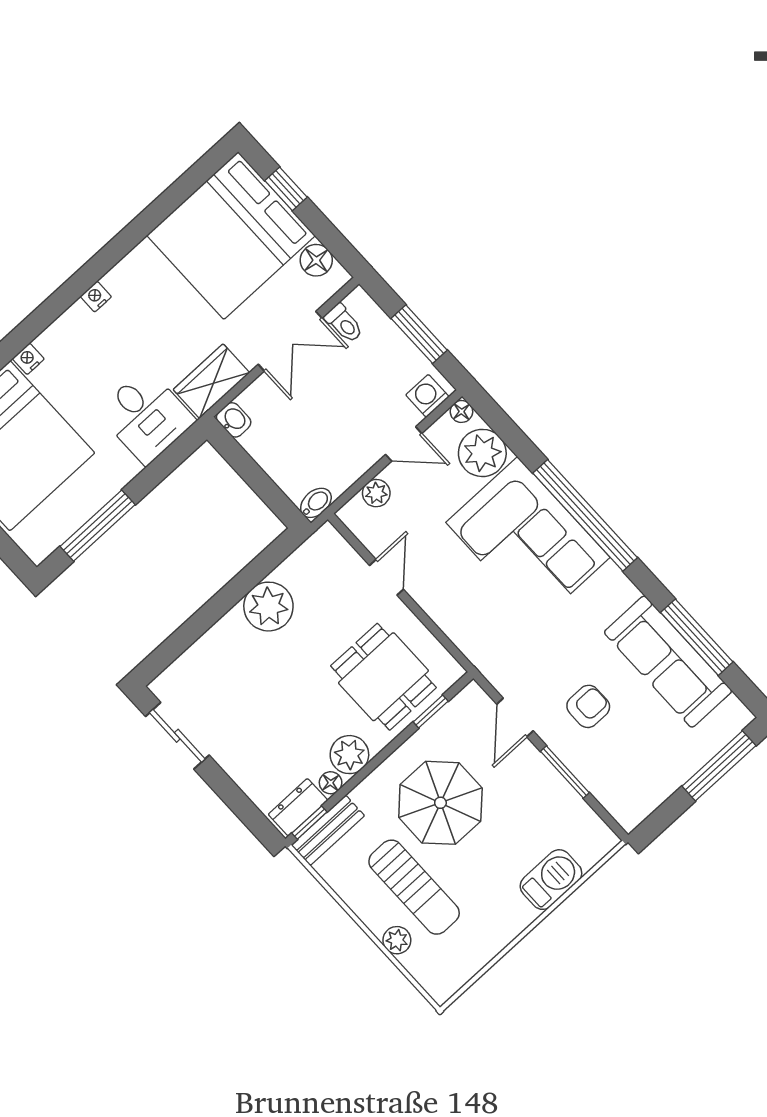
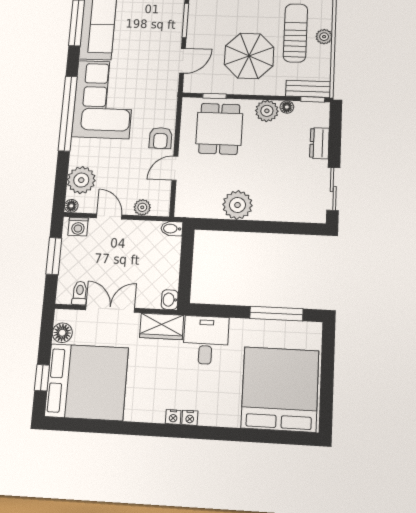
nightstand: (28, 359) -> (190, 418), moved
corner sofa: (528, 540) -> (103, 99), moved
armchair: (588, 706) -> (161, 138), moved, turned -90
dresser: (298, 807) -> (319, 143), moved, turned 90
plant: (397, 940) -> (324, 37), moved

